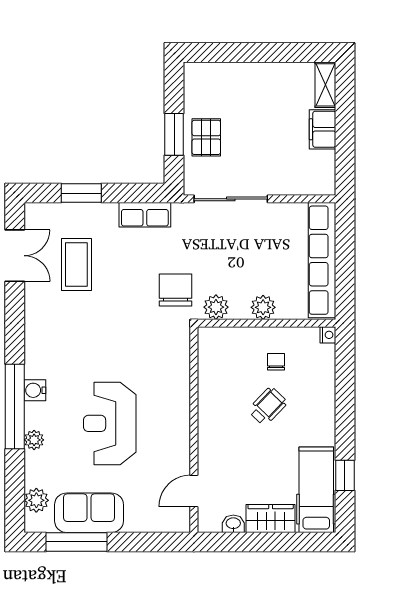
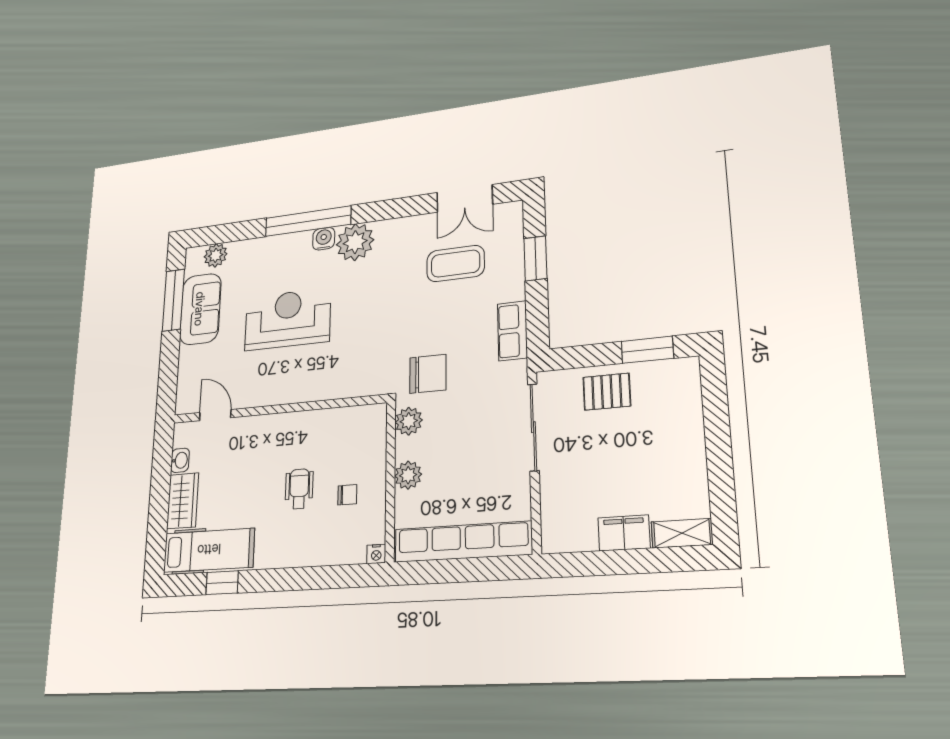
window: (174, 134) -> (647, 350), moved
wheelchair: (268, 406) -> (299, 489), turned -134
plant: (34, 440) -> (355, 242), moved, width x1.87, depth x1.87

